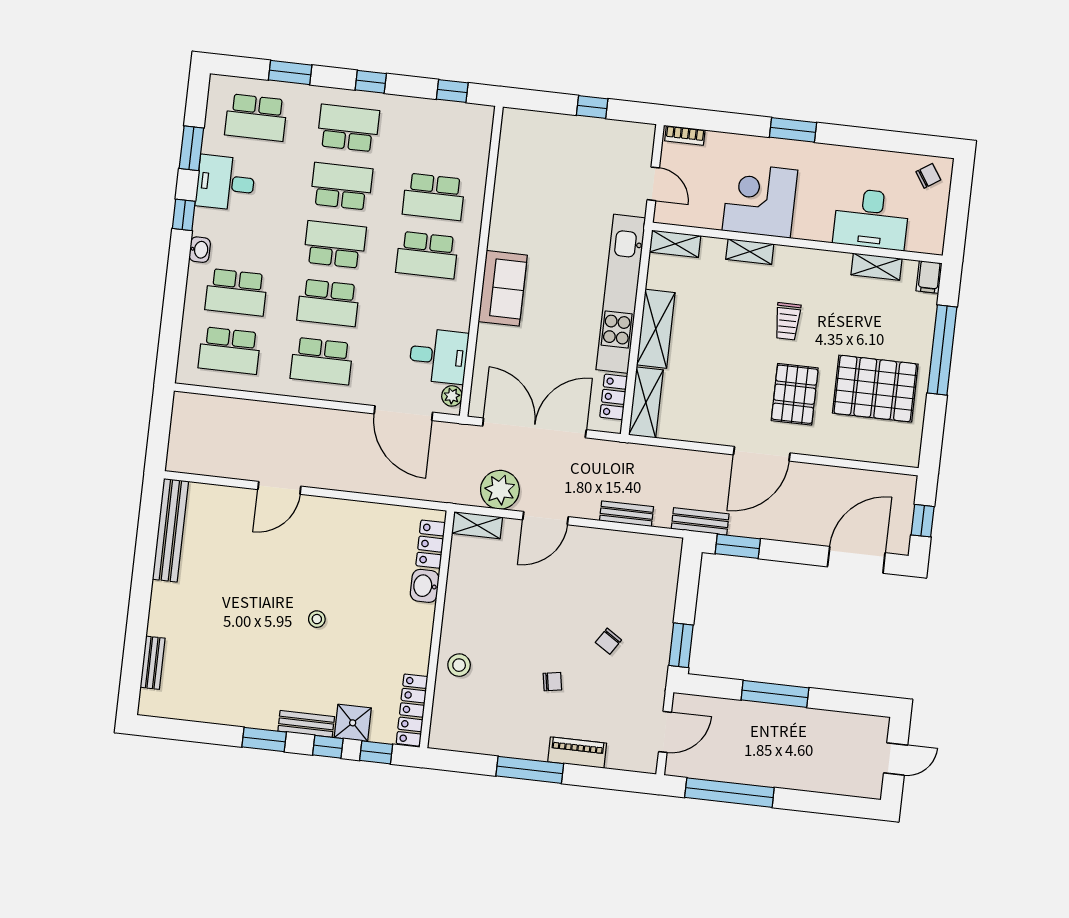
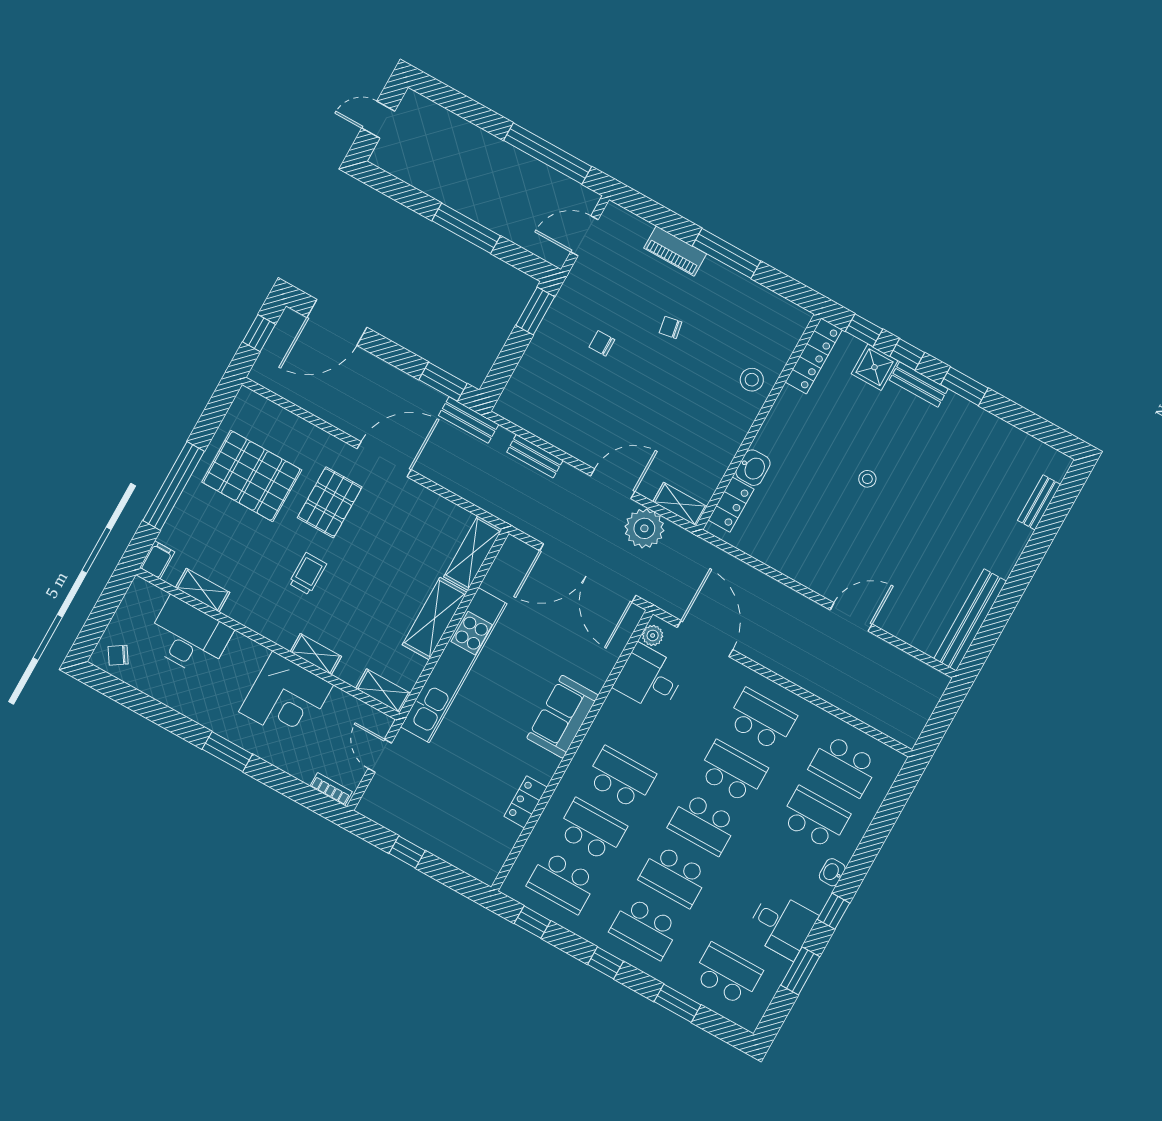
school desk: (440, 139) -> (562, 882), added
school desk: (230, 351) -> (844, 766), turned 180
locker: (614, 397) -> (526, 802), moved, turned 180
chair: (608, 641) -> (602, 343), turned -123

